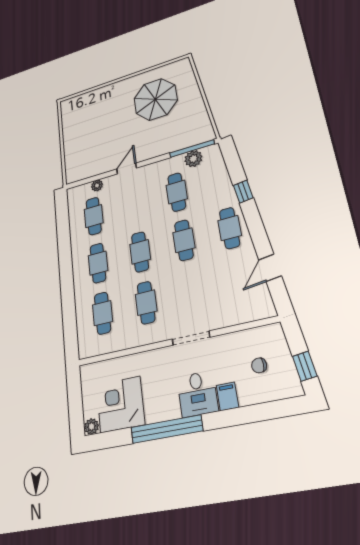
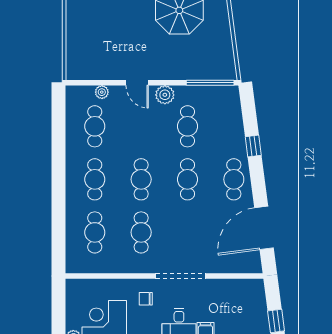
plant: (193, 159) -> (165, 95), moved
door: (127, 169) -> (137, 83), swing flipped
door: (270, 268) -> (264, 228), width x1.88
doorway: (191, 338) -> (180, 276), width x1.36
chair: (259, 365) -> (146, 299), moved

